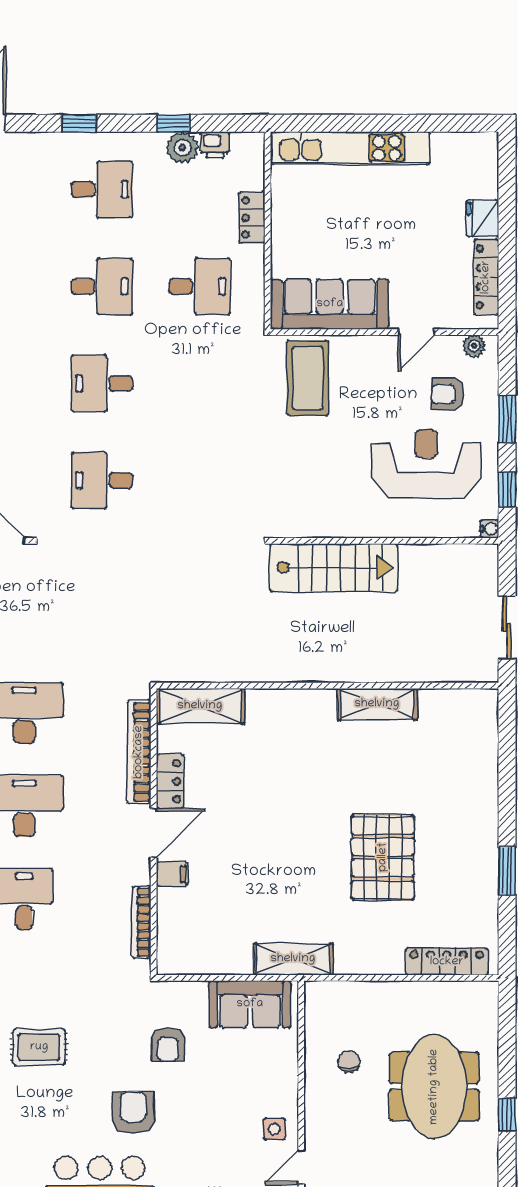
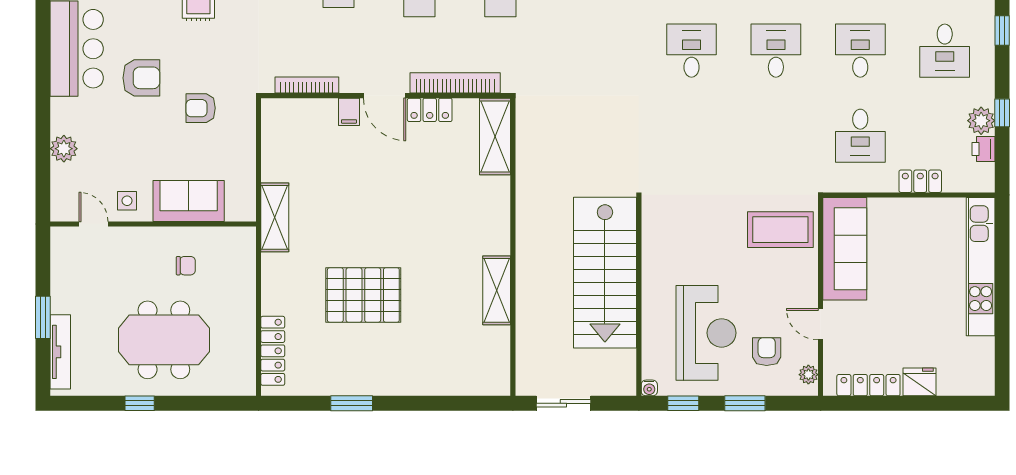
desk: (102, 286) -> (860, 51), turned 180
stairs: (334, 568) -> (605, 273), width x1.36, depth x1.51
sofa: (250, 1004) -> (189, 201), moved, turned 90

